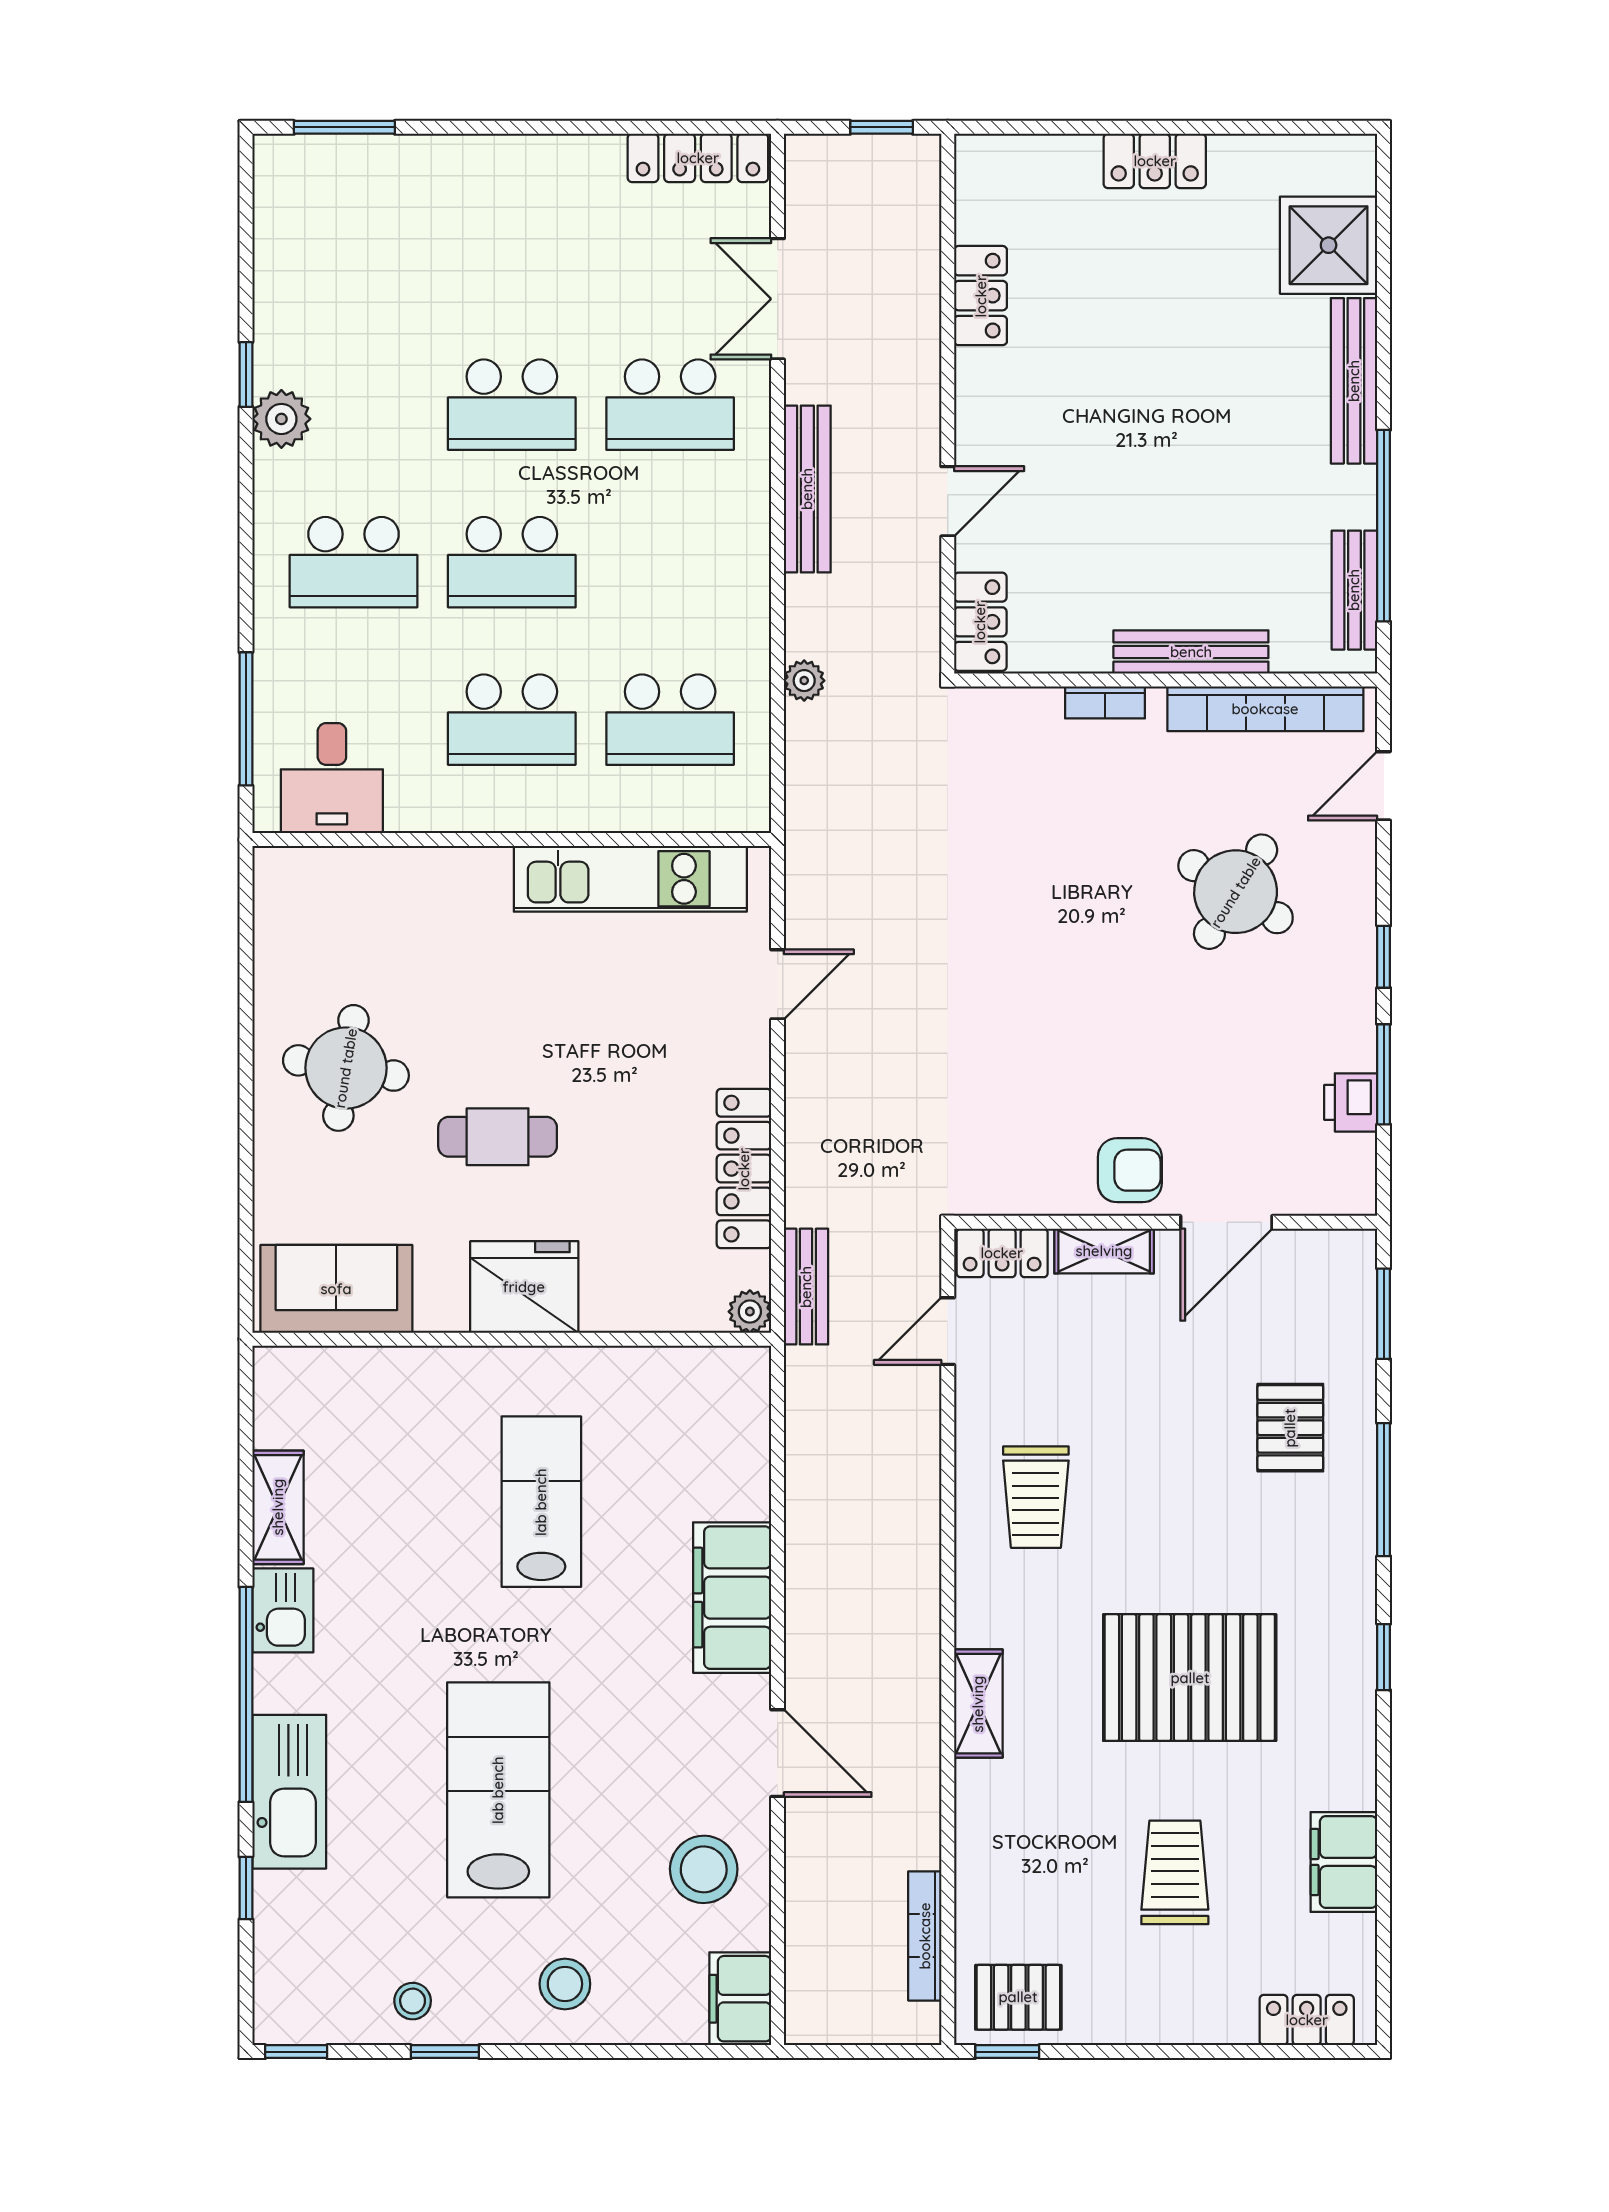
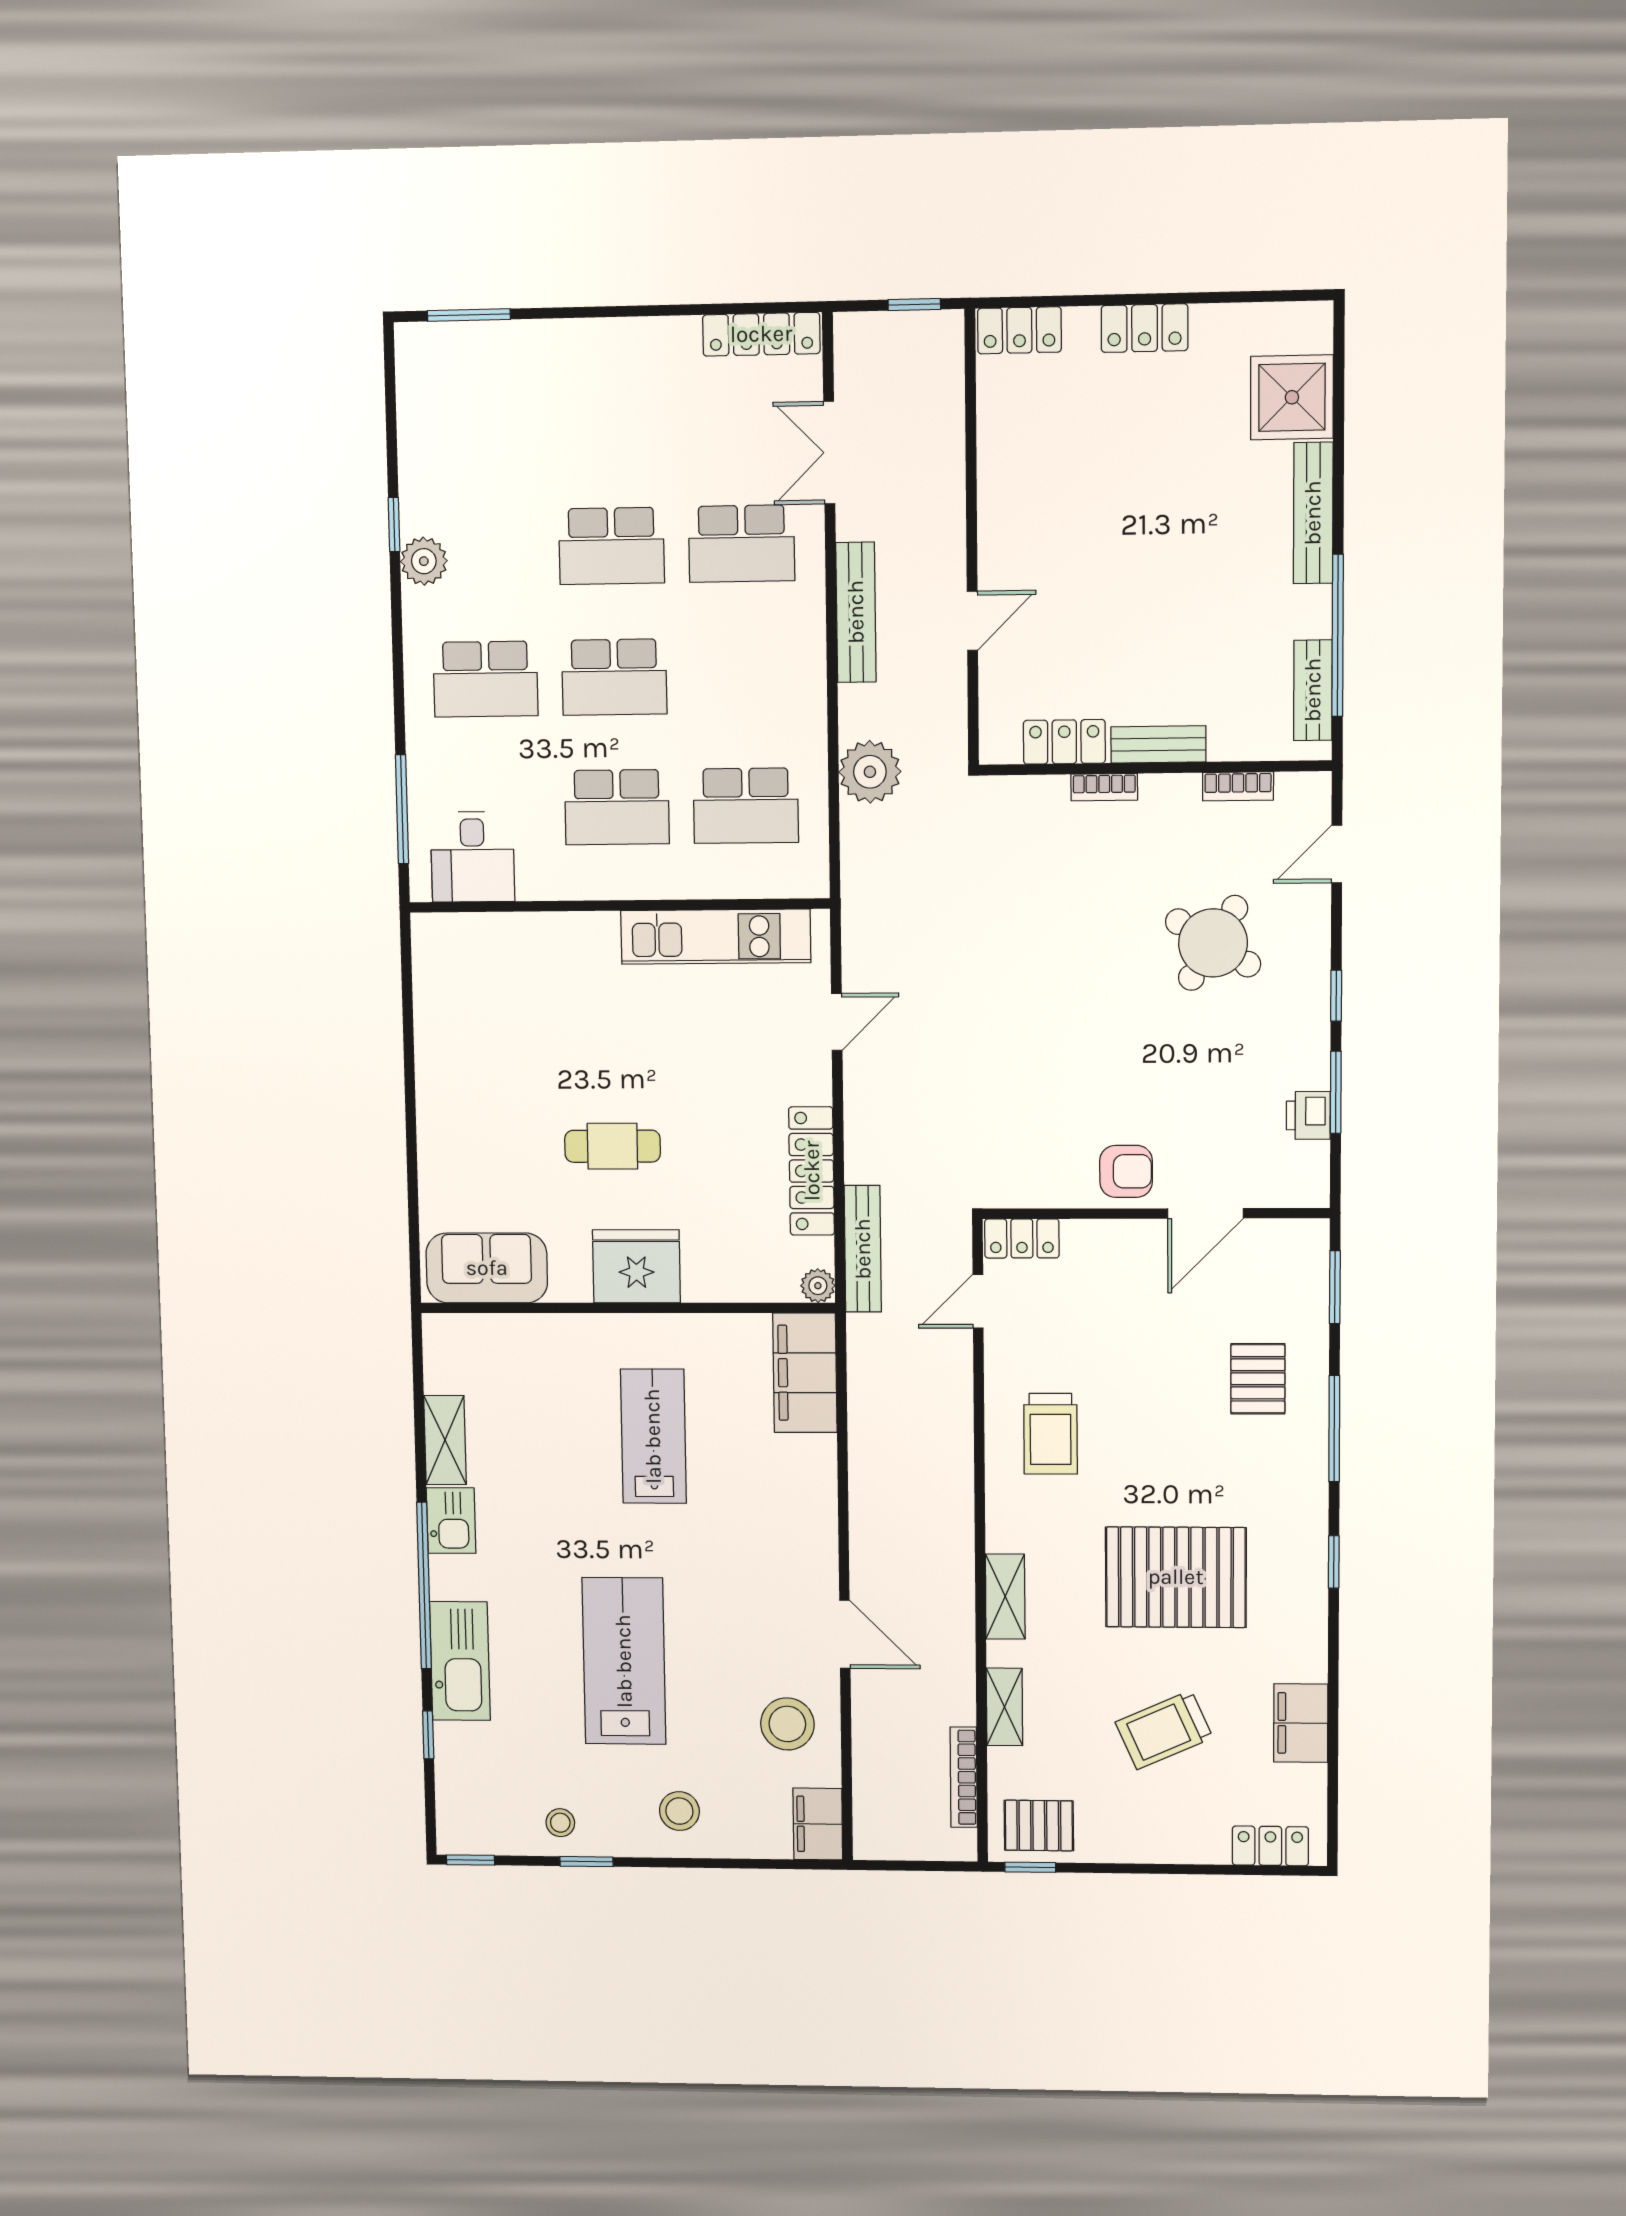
locker: (981, 296) -> (1019, 330), moved, turned 90
locker: (980, 622) -> (1064, 742), moved, turned -90
bench: (1191, 652) -> (1158, 744), width x0.73
plant: (804, 681) -> (870, 772), width x1.88, depth x1.88
bookcase: (1265, 709) -> (1238, 786), width x0.43, depth x0.76
round table: (346, 1068) -> (490, 1091), removed
shelving: (1104, 1251) -> (1004, 1707), moved, turned 90
bench: (806, 1287) -> (863, 1249), width x1.36
filing cabinet: (732, 1598) -> (805, 1373), moved
trolley: (1175, 1872) -> (1164, 1730), turned -114

